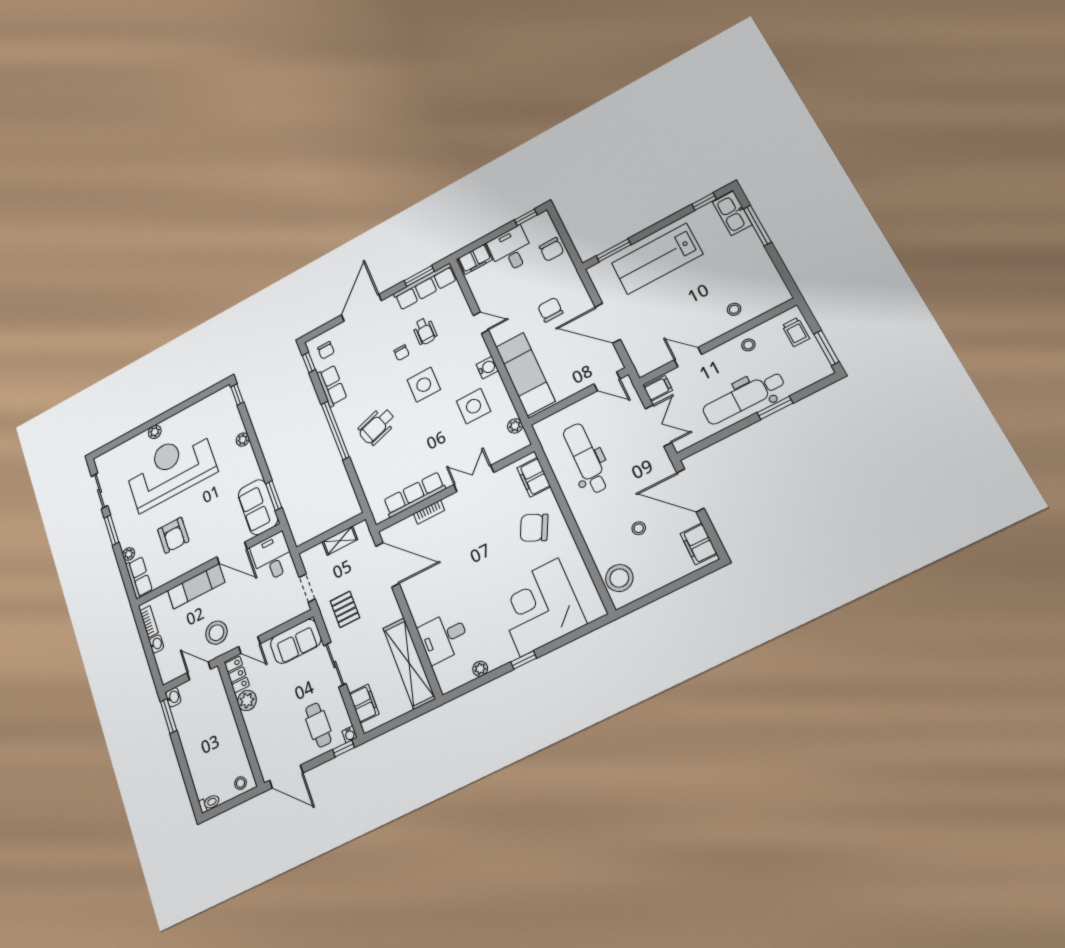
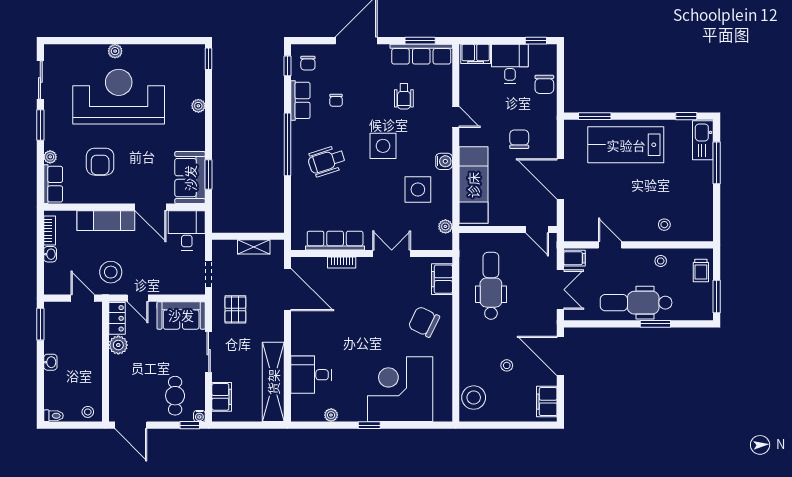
chair: (402, 353) -> (336, 100), moved
washbasin: (173, 697) -> (50, 362), moved

